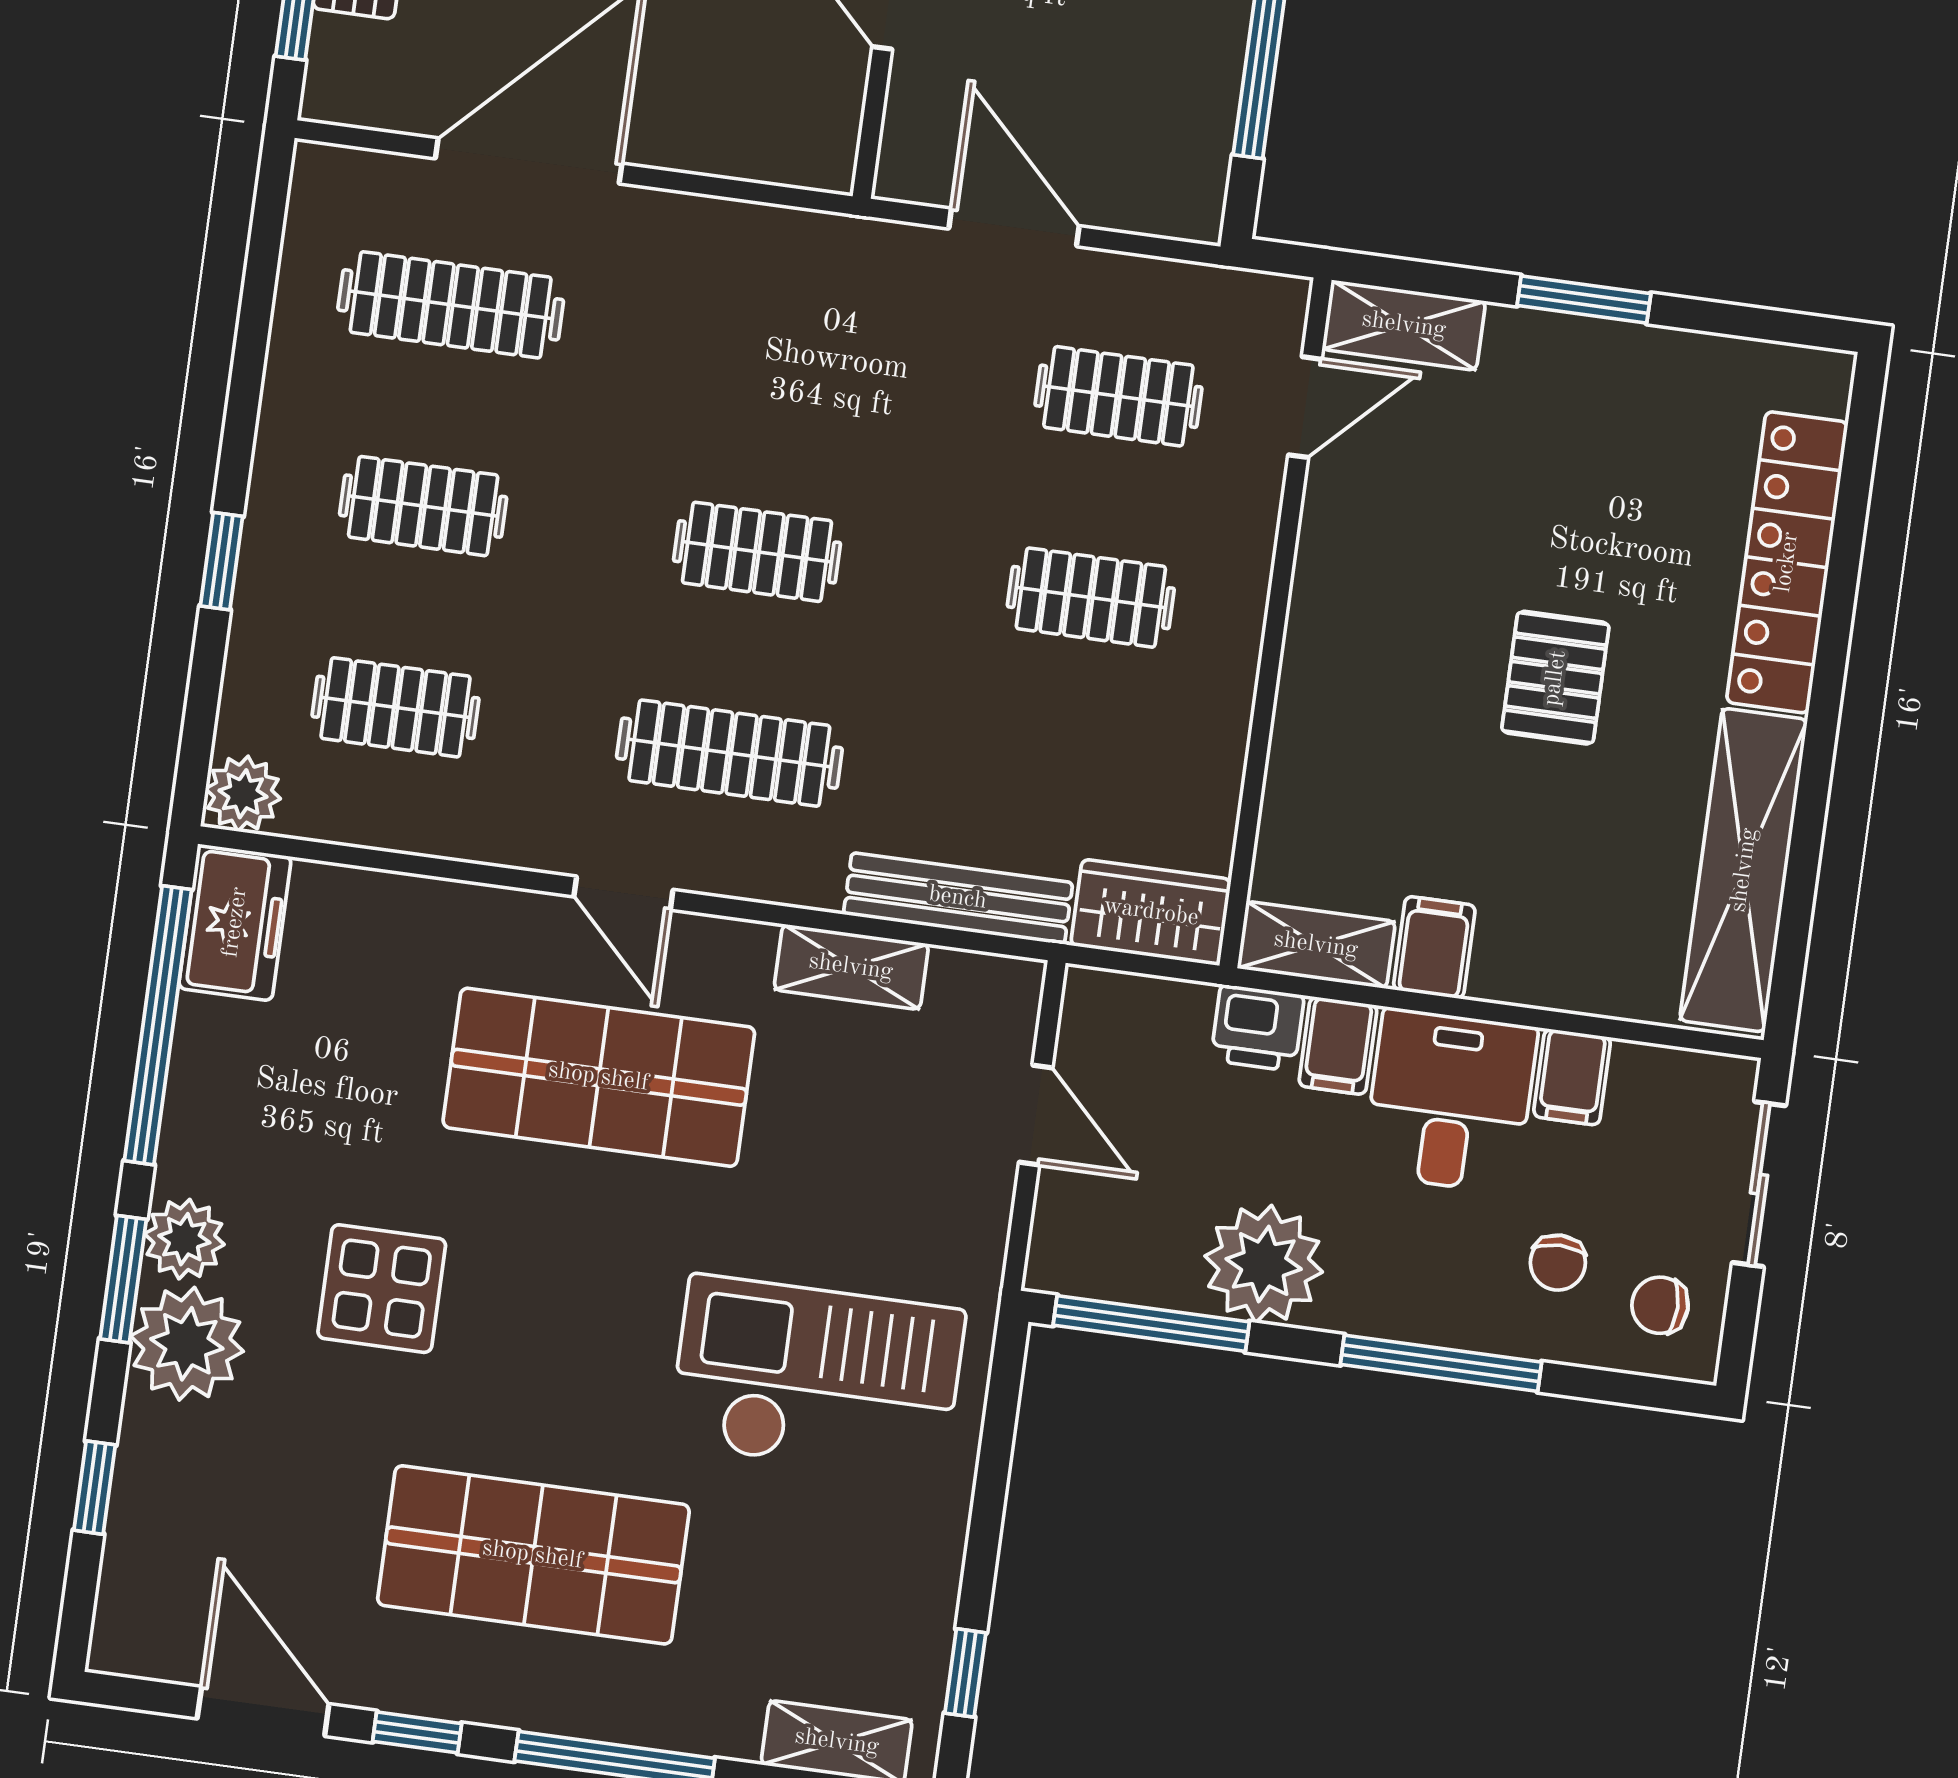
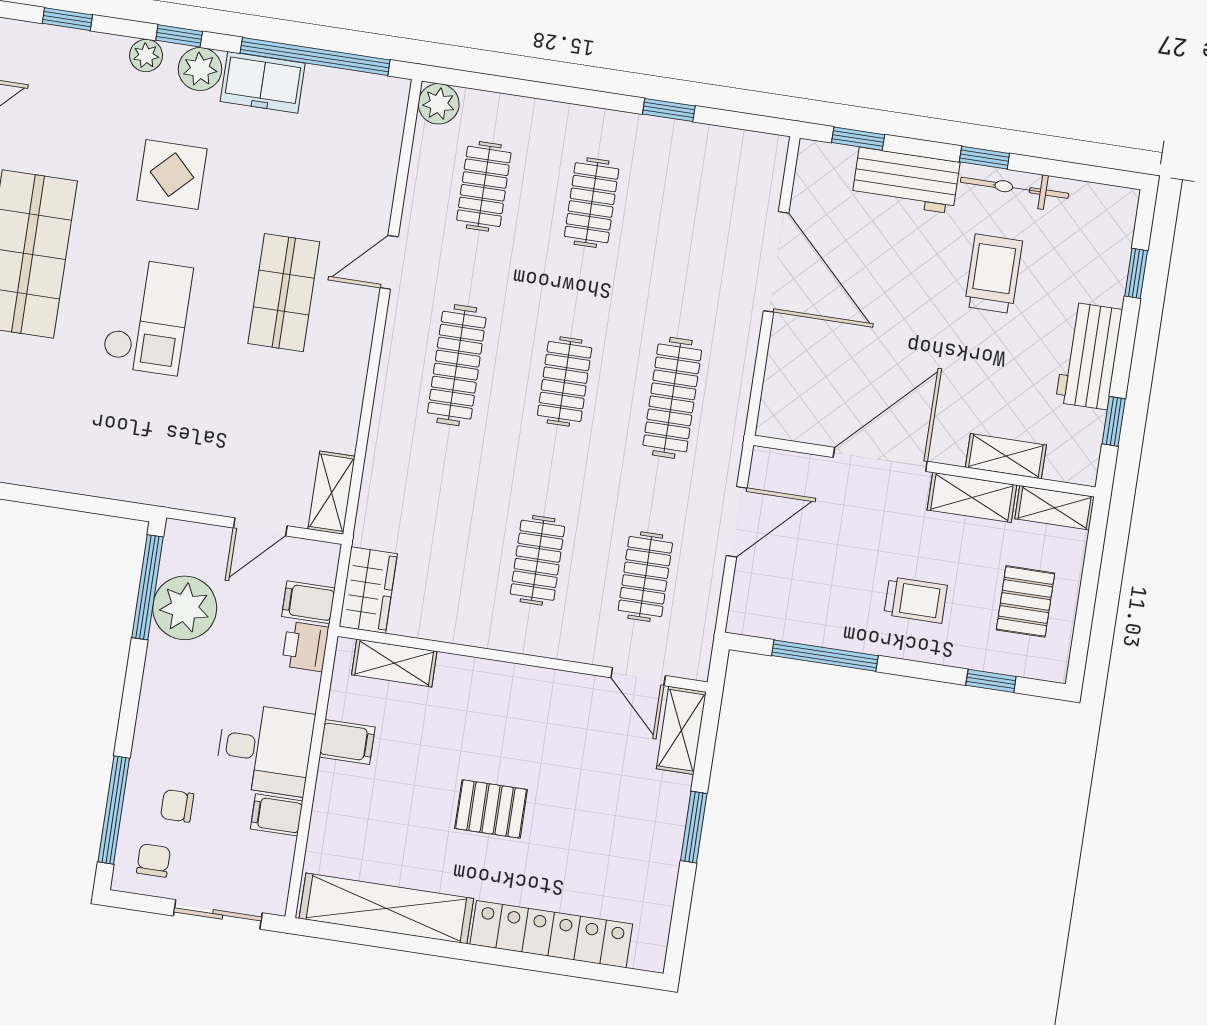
clothes rail: (451, 305) -> (672, 398), moved
window: (222, 561) -> (669, 110), moved
door: (623, 893) -> (389, 262), moved
bench: (958, 898) -> (377, 487), removed
freezer: (235, 922) -> (263, 82), moved
shelving: (1316, 945) -> (394, 663), moved, turned 90
shelving: (851, 967) -> (331, 493), moved
filing cabinet: (1338, 1046) -> (308, 602), moved
shop shelf: (599, 1077) -> (284, 293), width x0.70, depth x0.74
plant: (1264, 1264) -> (185, 608), moved
window: (123, 1279) -> (179, 36), width x0.67
plant: (187, 1344) -> (146, 55), width x0.53, depth x0.53
window: (1441, 1363) -> (114, 810), moved
checkout: (817, 1378) -> (147, 316), moved, width x0.73, depth x0.83

